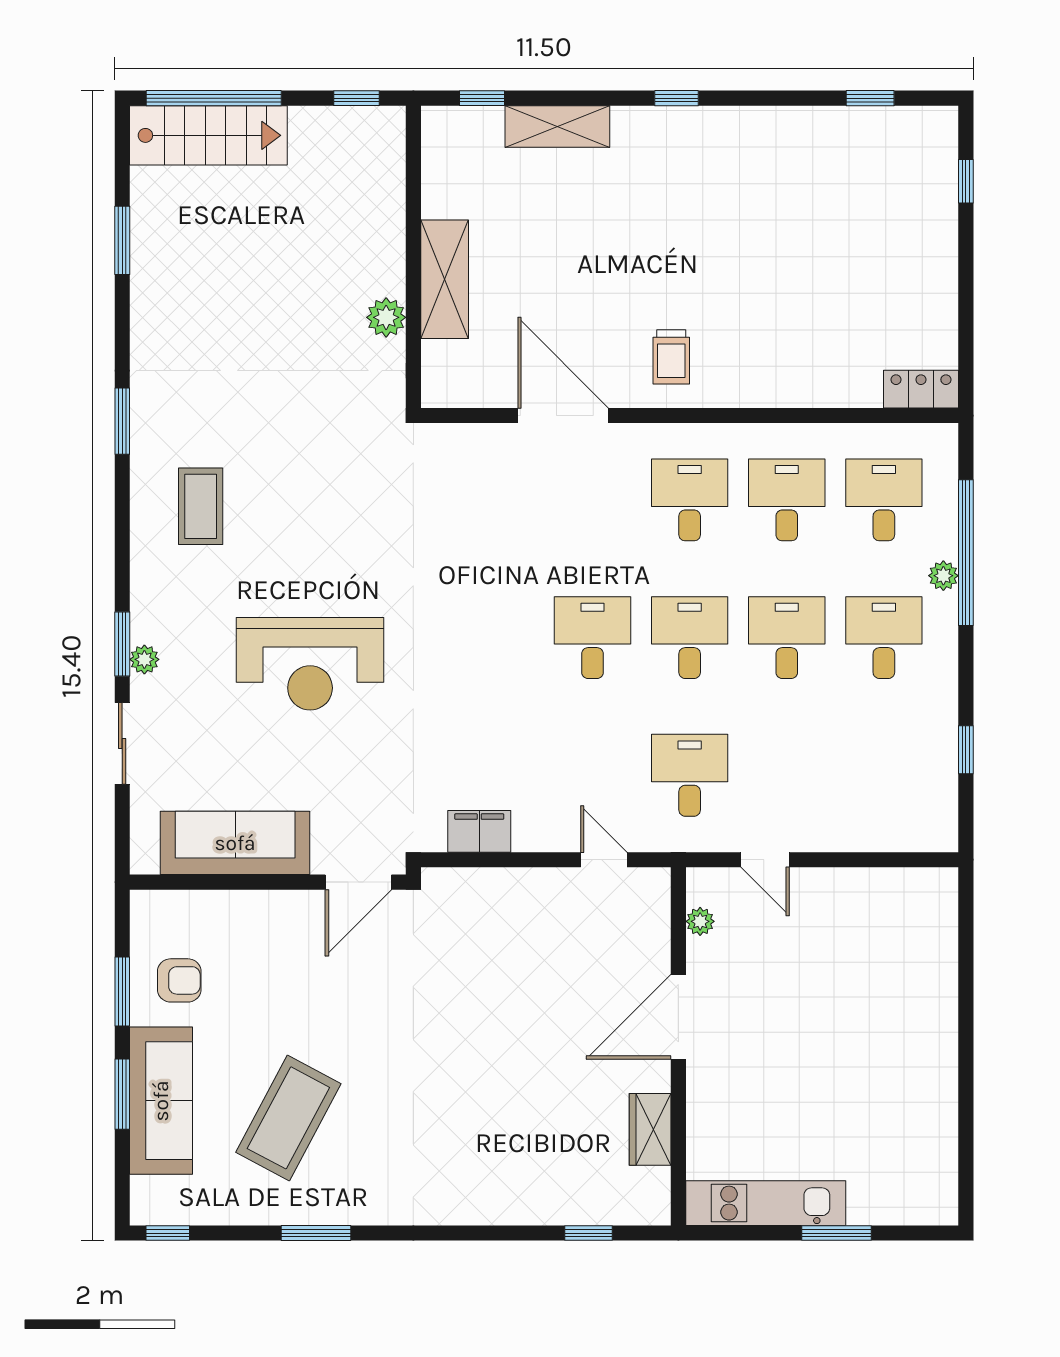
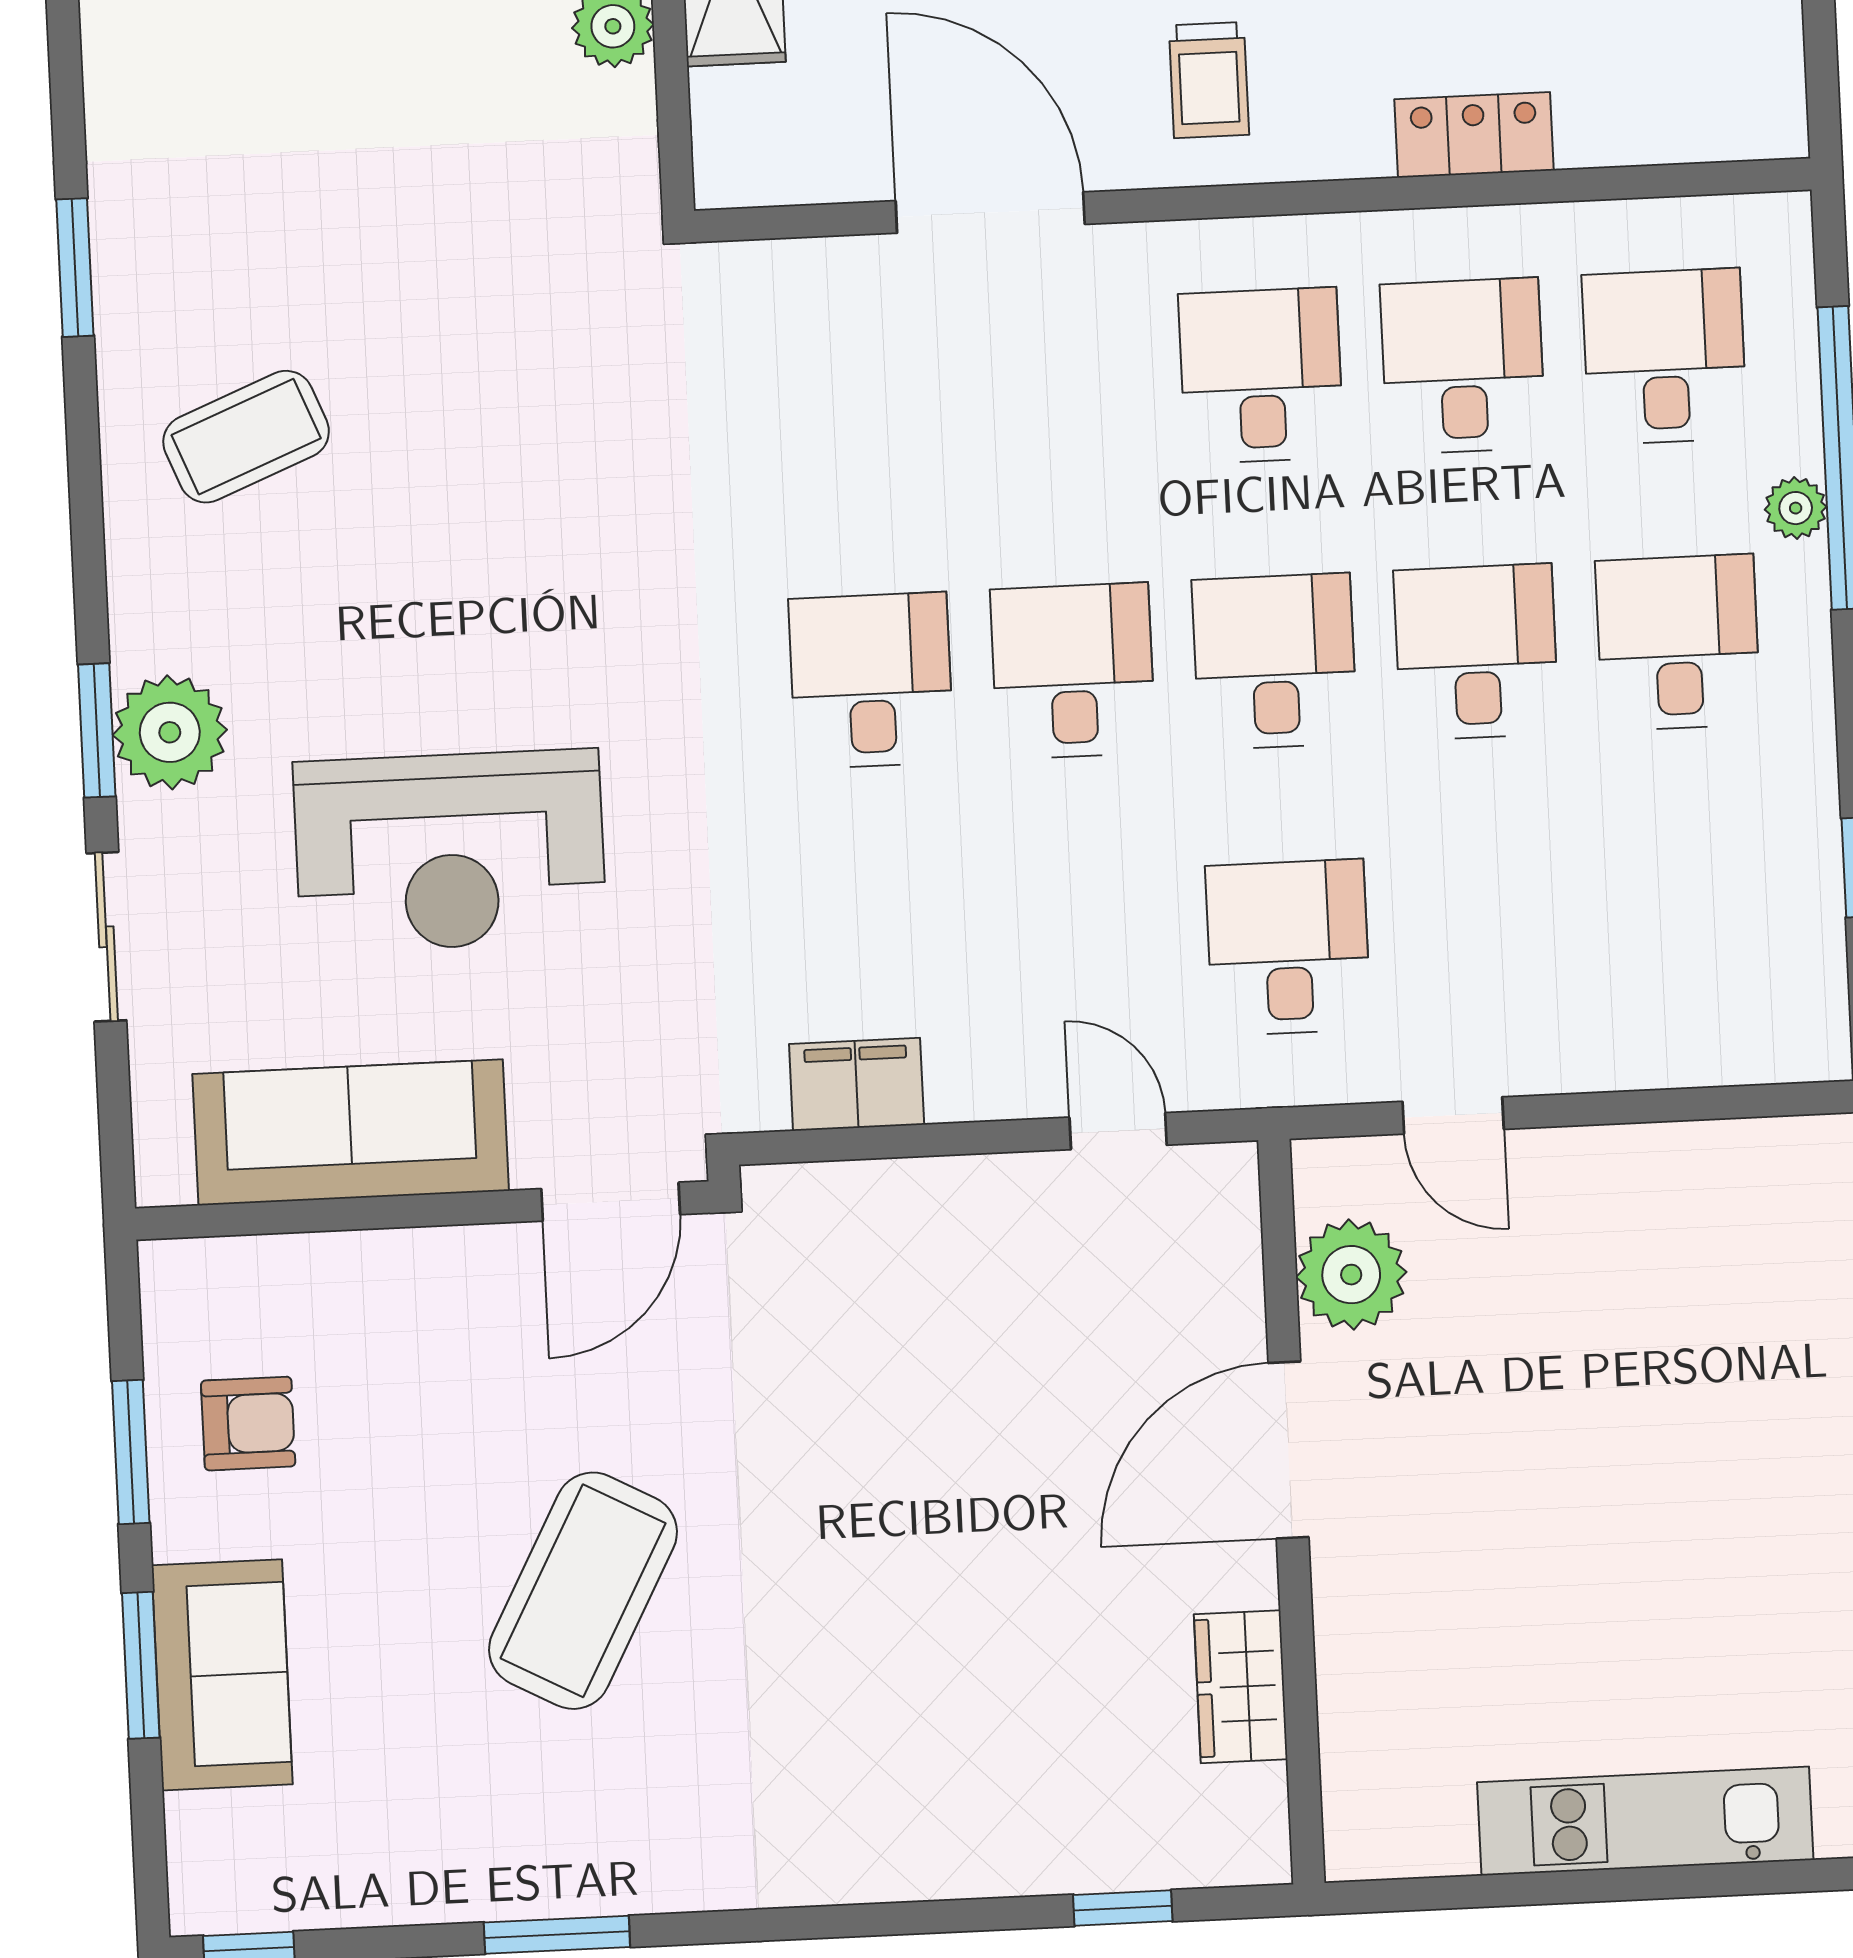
locker: (921, 389) -> (1474, 135), moved
coffee table: (201, 506) -> (246, 437), turned 68
desk: (495, 638) -> (871, 680), added
plant: (144, 659) -> (170, 732), width x1.88, depth x1.88
reception desk: (310, 664) -> (450, 851), moved
plant: (700, 921) -> (1351, 1275), width x1.88, depth x1.88
sofa: (161, 1101) -> (222, 1675), width x0.73
coffee table: (288, 1118) -> (583, 1591), moved
kitchen unit: (766, 1203) -> (1645, 1821), moved
window: (836, 1233) -> (1638, 1884), removed

